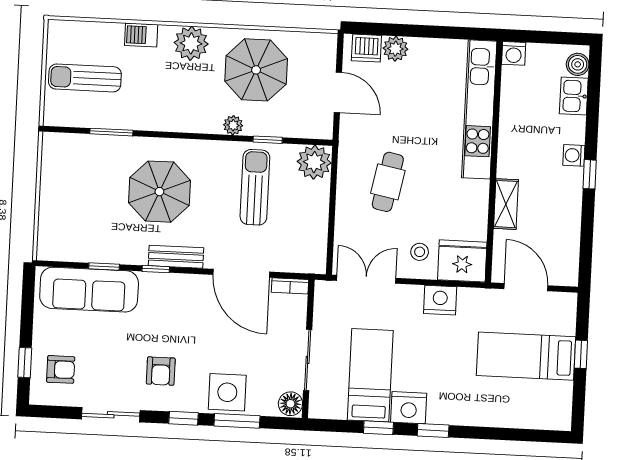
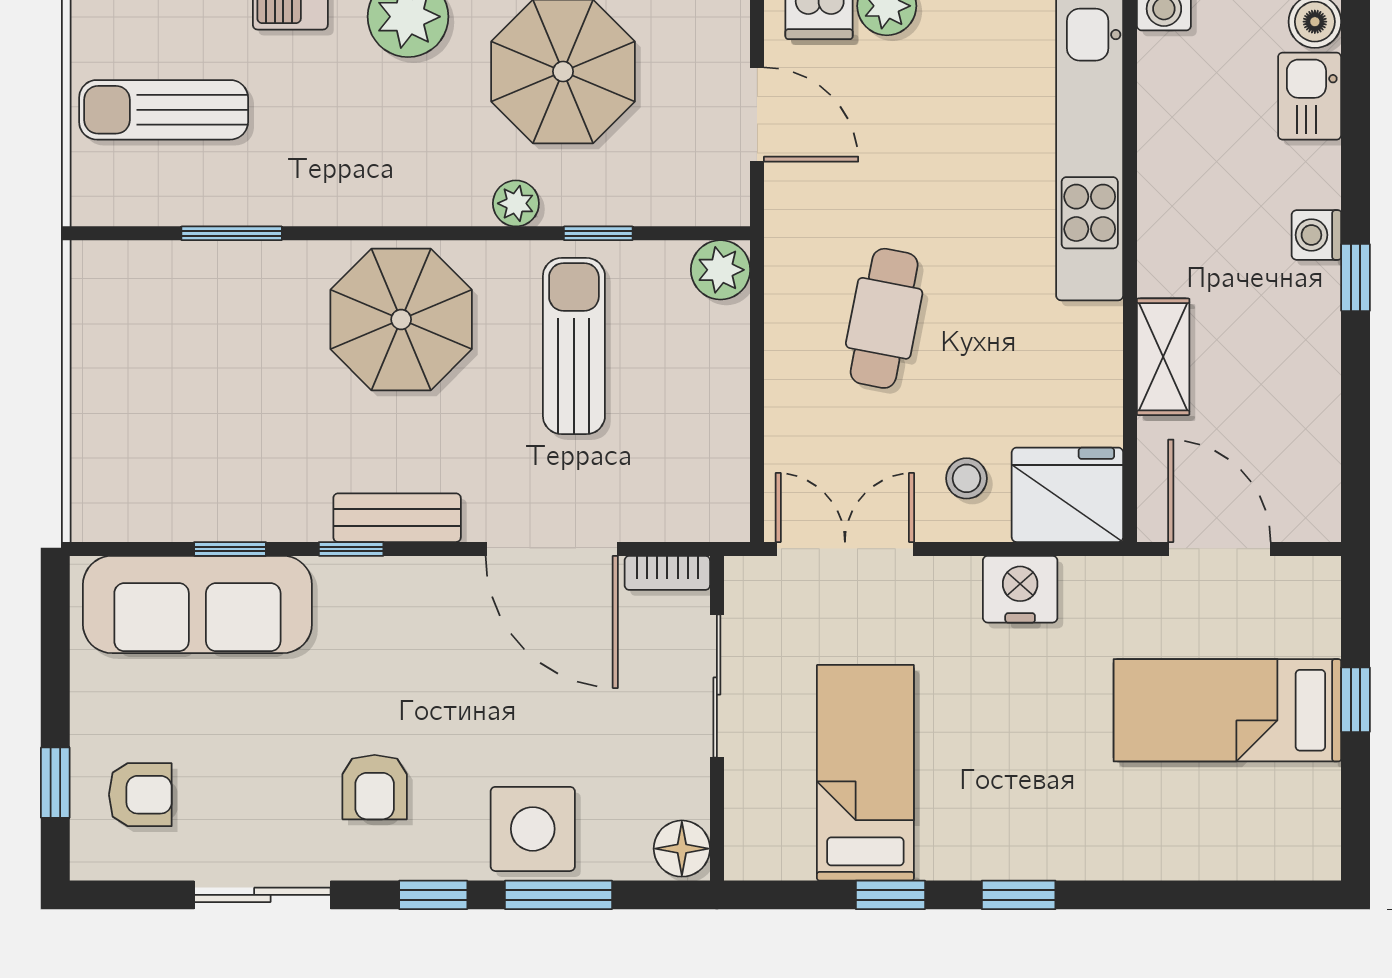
plant: (314, 162) -> (721, 270), width x0.73, depth x0.73
parasol: (159, 192) -> (401, 319), moved
sliding door: (308, 360) -> (717, 686), moved
nightstand: (409, 408) -> (959, 844), removed

